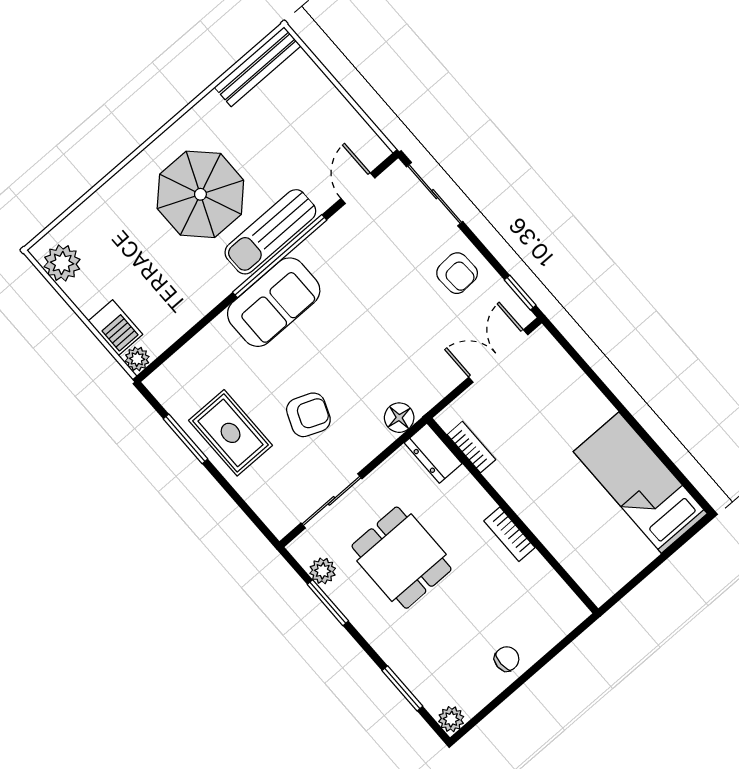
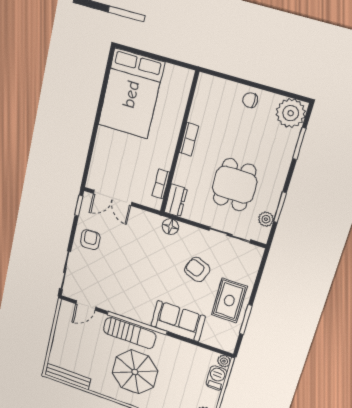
sofa: (274, 302) -> (178, 321), moved
bed: (640, 483) -> (131, 94), width x1.50
plant: (451, 719) -> (291, 113), width x1.87, depth x1.87

